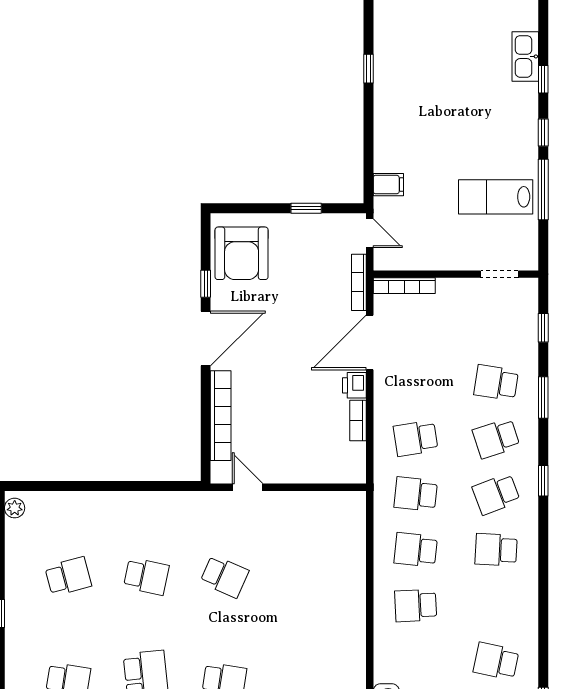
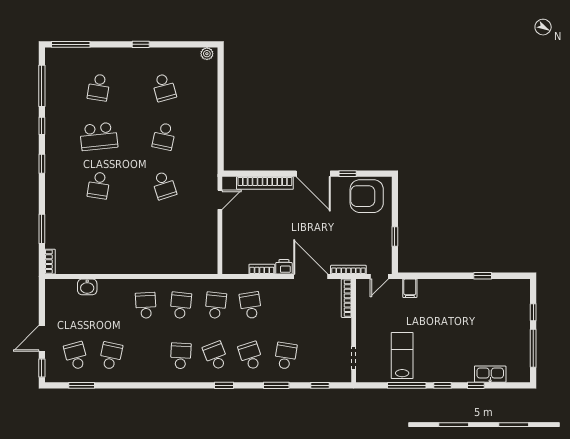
school desk: (224, 576) -> (164, 185), turned -42

